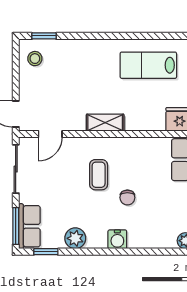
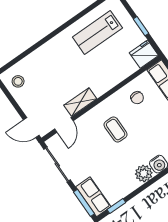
window: (44, 36) -> (14, 62), removed
shelving: (105, 123) -> (80, 102), moved
chair: (127, 198) -> (137, 98), moved
plant: (75, 238) -> (144, 173), moved

